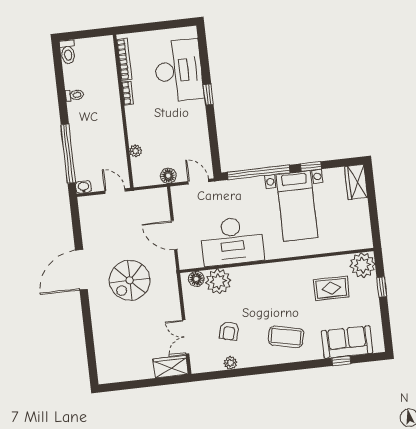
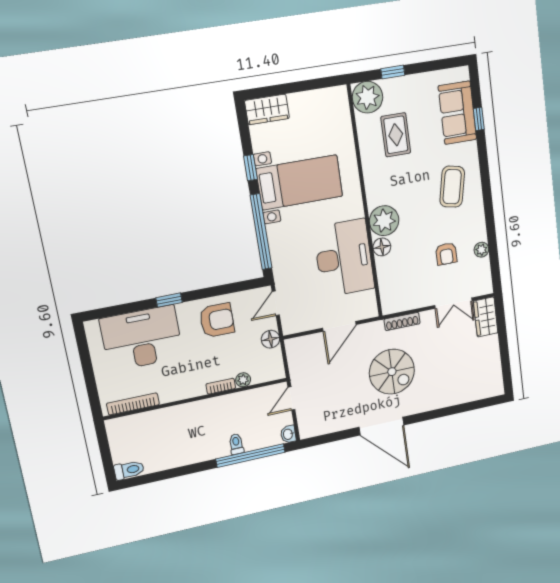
bookcase: (127, 93) -> (221, 386), moved
toilet: (74, 95) -> (236, 444), moved
armchair: (188, 132) -> (217, 320), added
floor lamp: (196, 279) -> (382, 247), moved
plant: (218, 281) -> (384, 221), moved
shoe rack: (173, 290) -> (402, 321), added
armchair: (229, 331) -> (446, 254), turned 75

